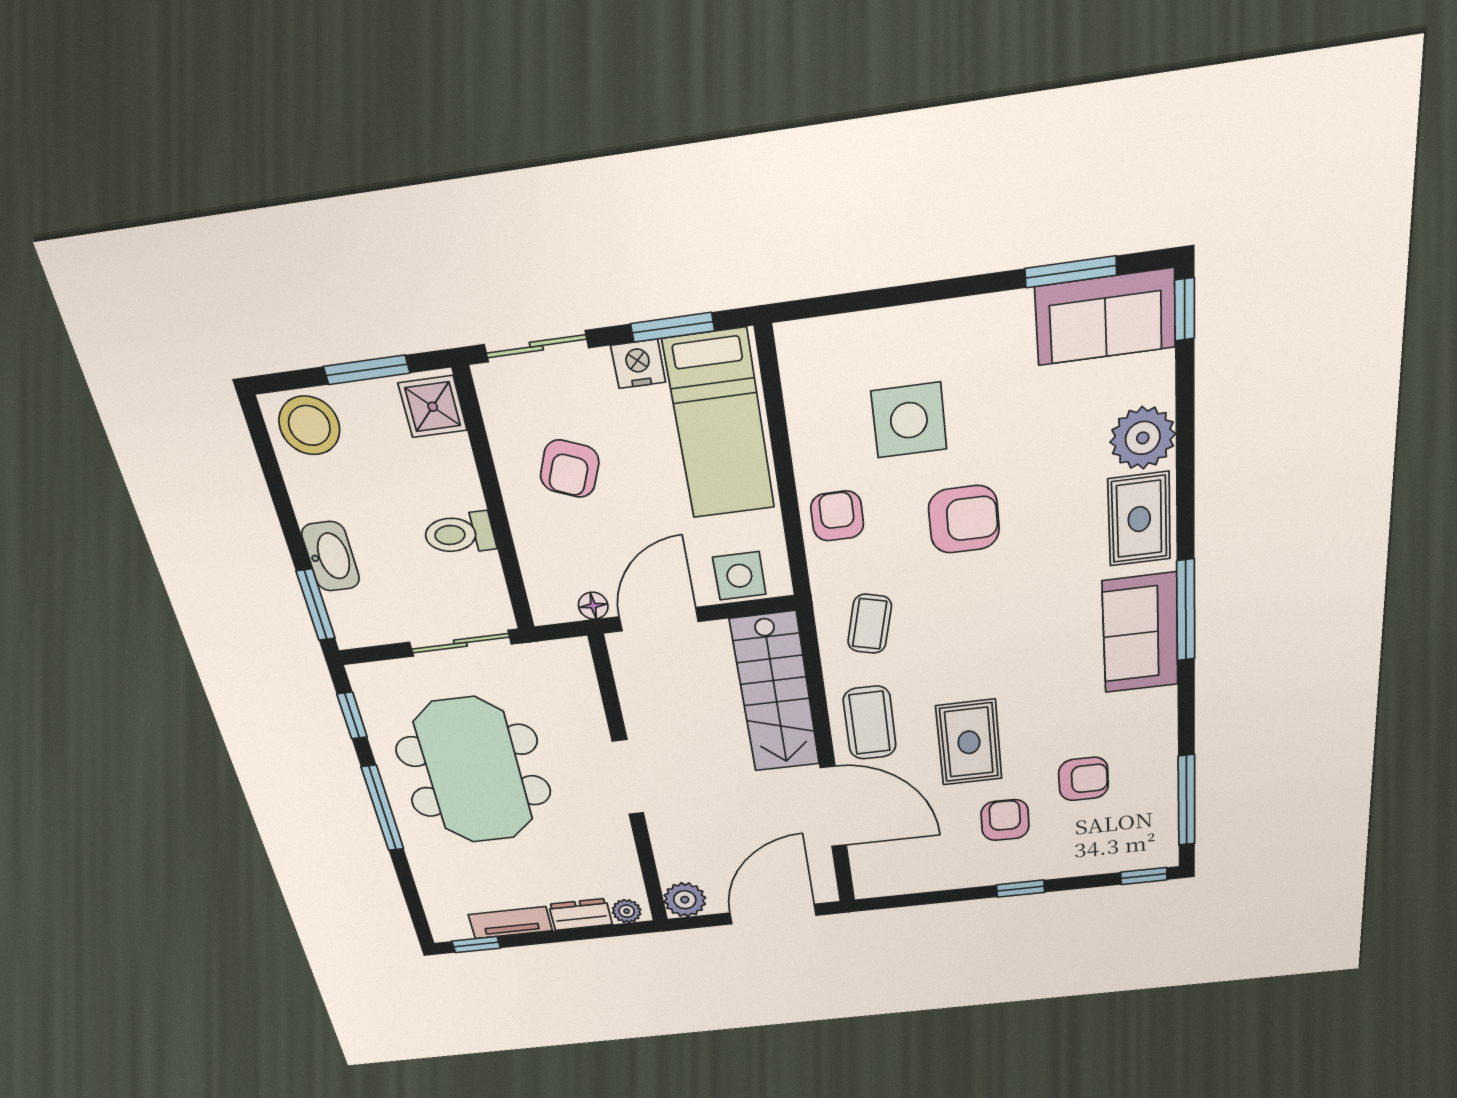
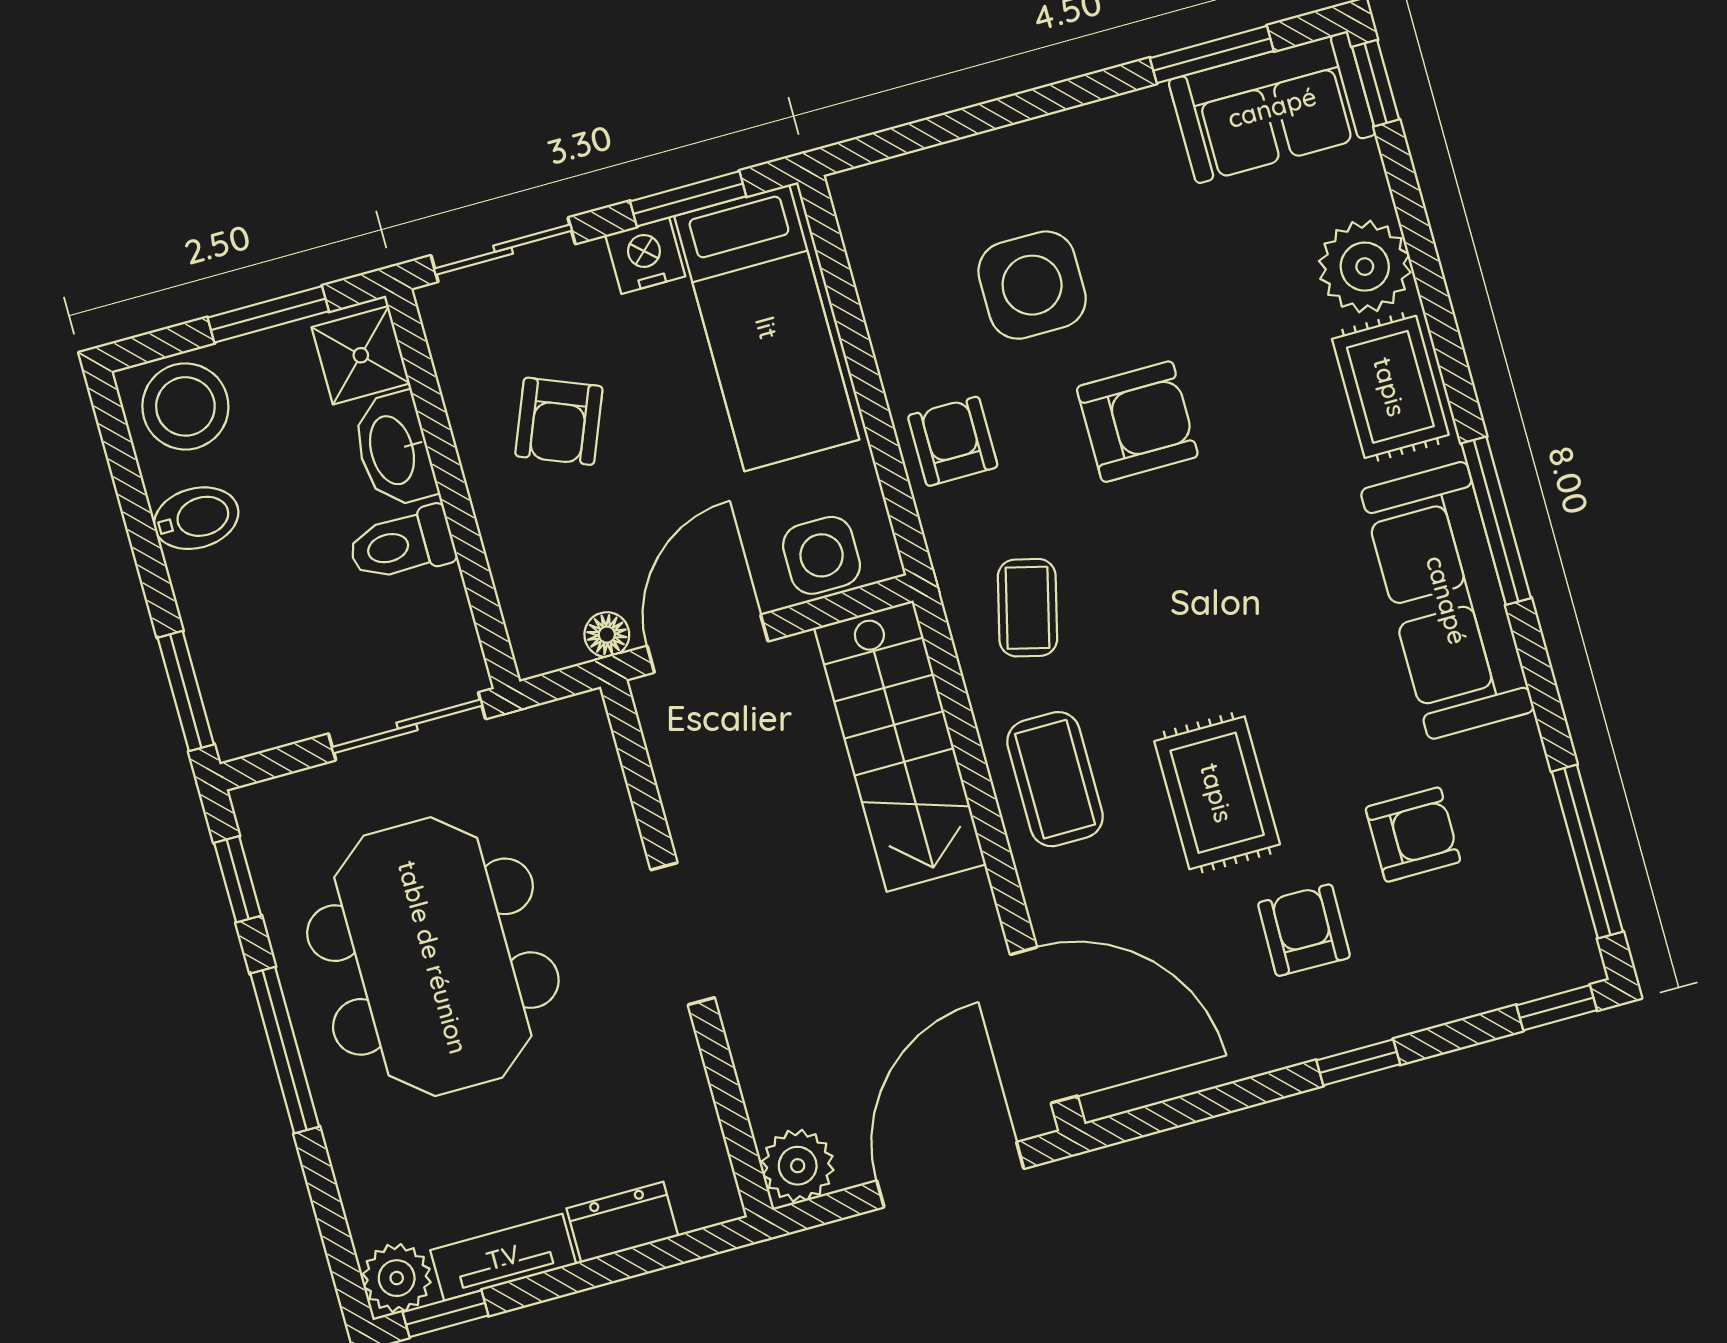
bidet: (319, 500) -> (196, 518), added
washbasin: (331, 556) -> (394, 450), moved, turned 180
sofa: (1140, 633) -> (1447, 600), width x1.36
door: (834, 807) -> (1044, 1025), moved
plant: (627, 911) -> (397, 1278), moved, width x1.38, depth x1.38

